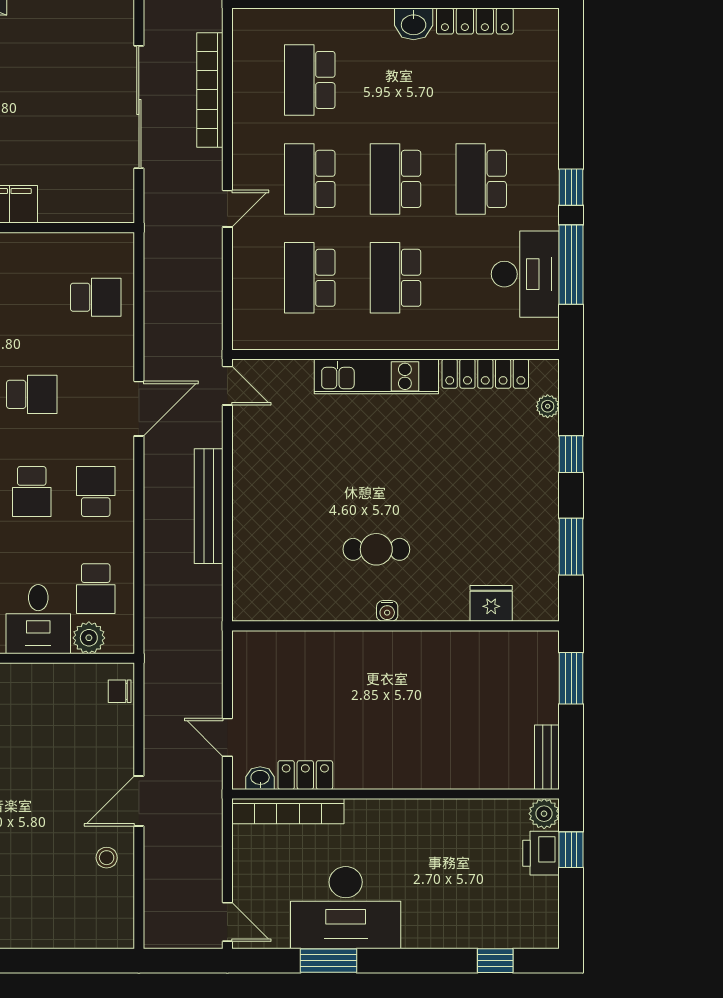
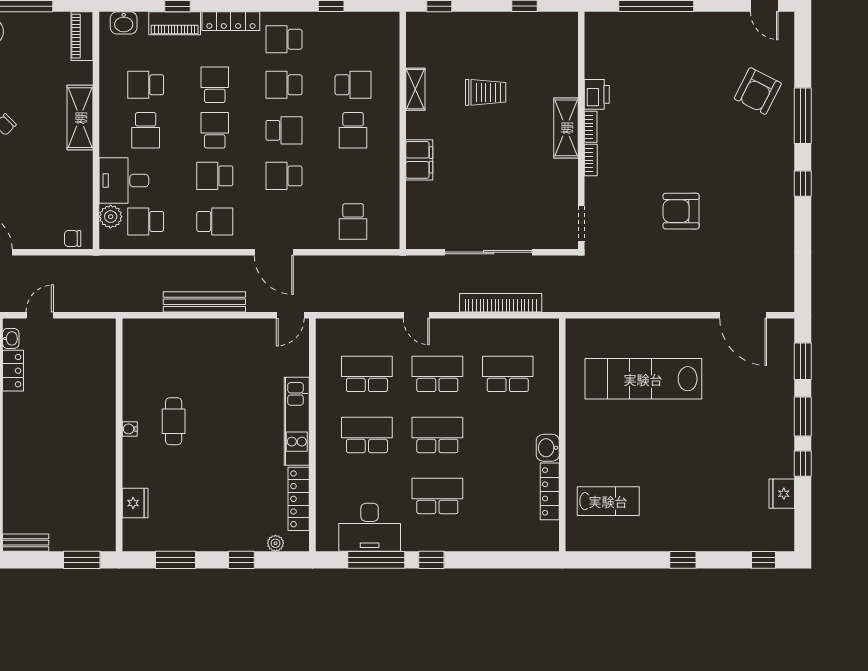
school desk: (32, 394) -> (284, 176), turned 90
chair: (120, 691) -> (73, 238), turned -90

